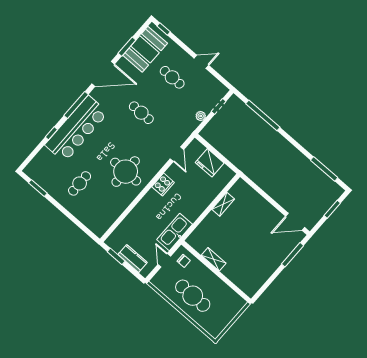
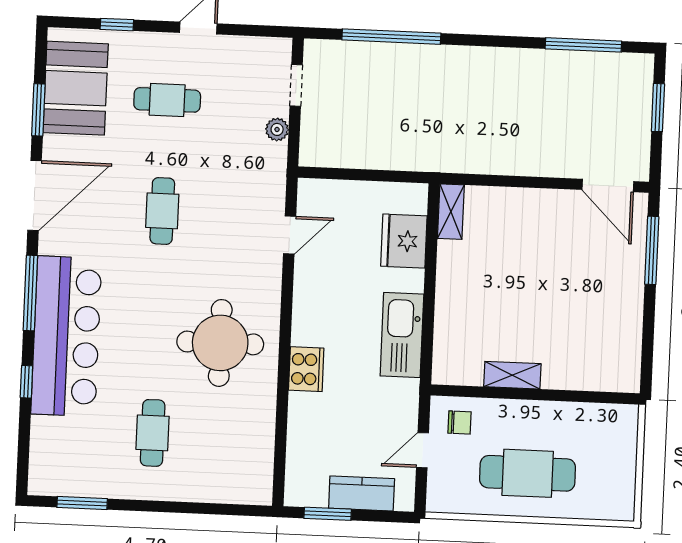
window: (164, 29) -> (117, 25), moved
cafe table: (141, 113) -> (162, 211), turned 90
door: (177, 154) -> (290, 235), hinge flipped
fridge: (210, 163) -> (404, 241), moved, turned 90
cooker: (163, 185) -> (306, 369), moved
shelving: (223, 204) -> (451, 212), moved
door: (295, 222) -> (608, 186), hinge flipped
kitchen sink: (175, 232) -> (402, 335), moved
door: (164, 260) -> (423, 450), hinge flipped

